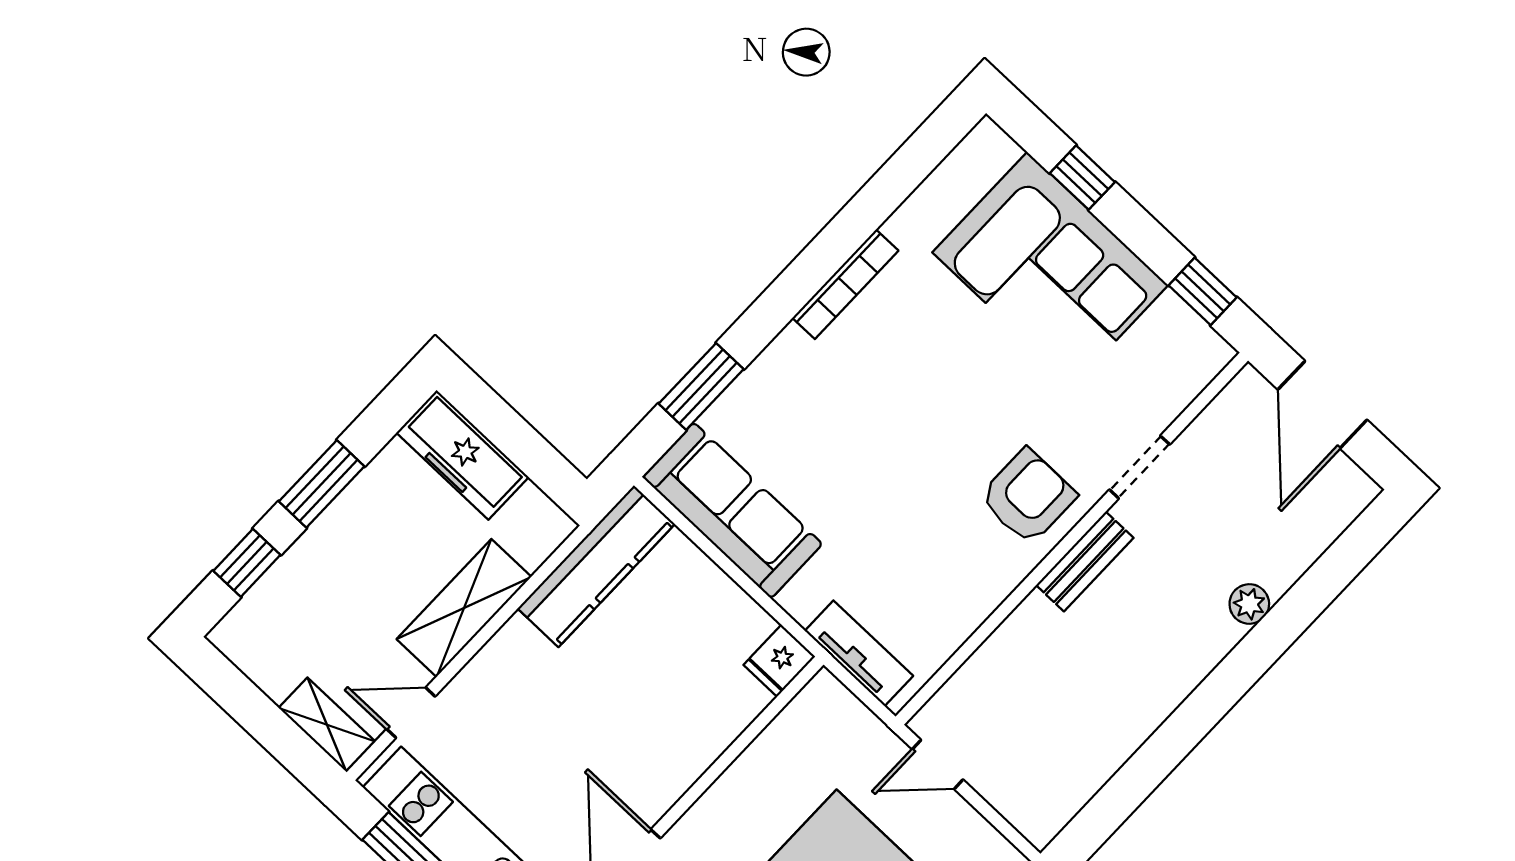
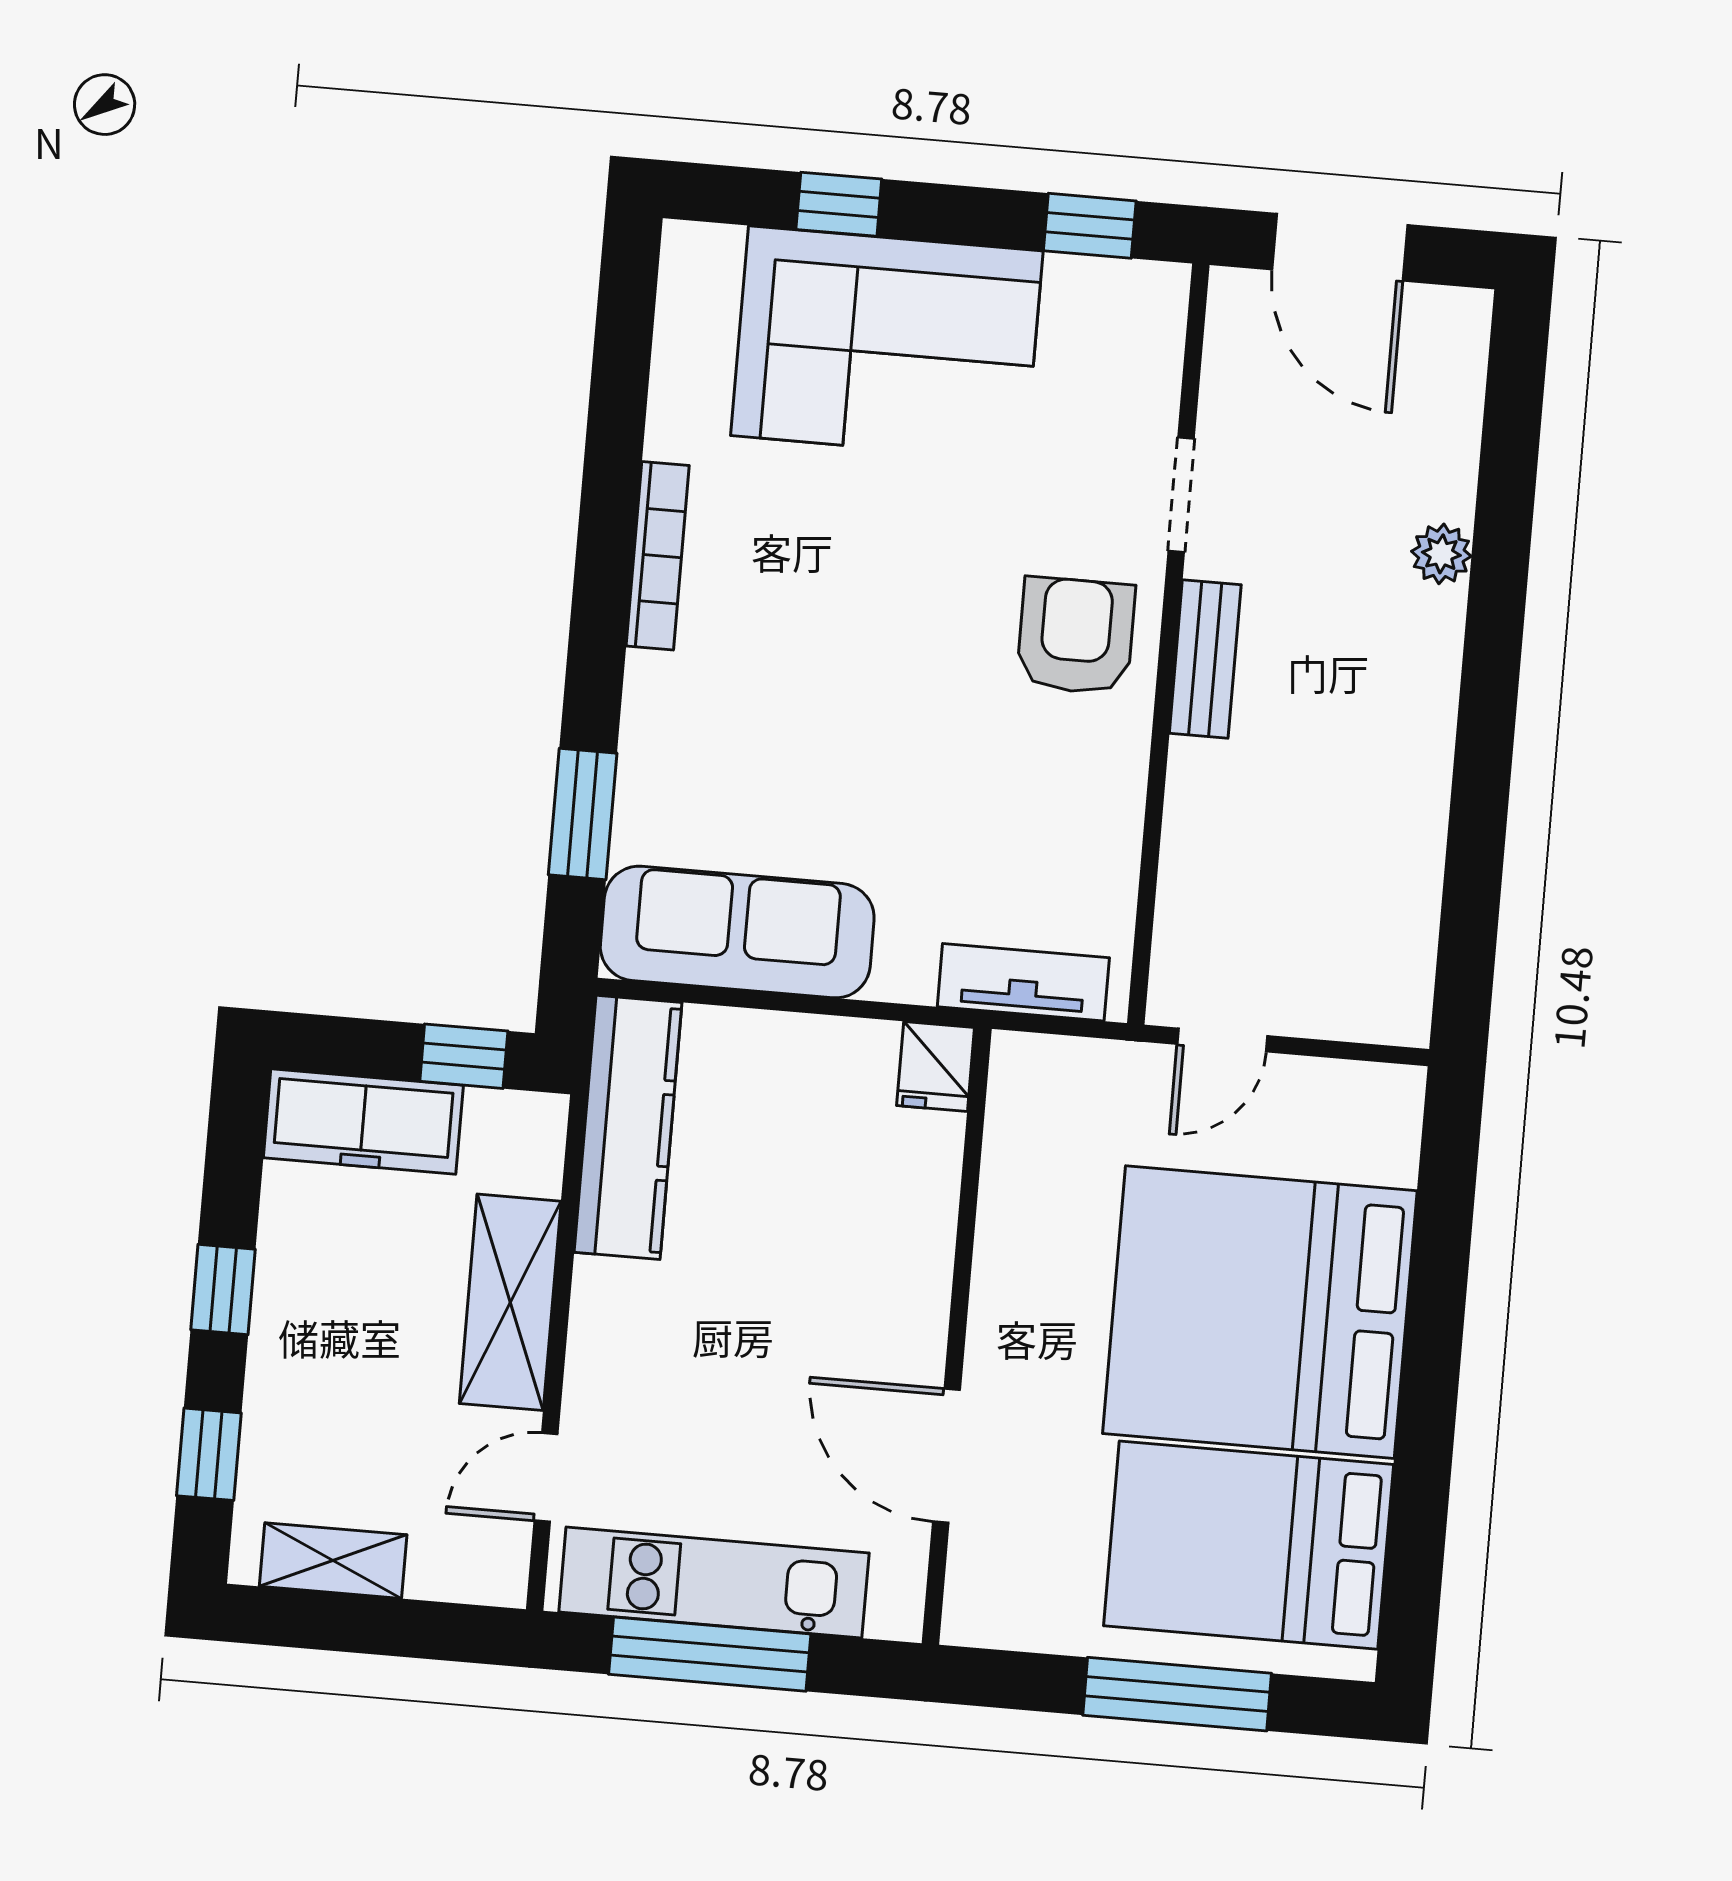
window: (541, 462) -> (464, 1056), added
window: (322, 484) -> (223, 1289), width x0.67
shelving: (327, 725) -> (333, 1561), moved

